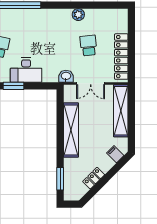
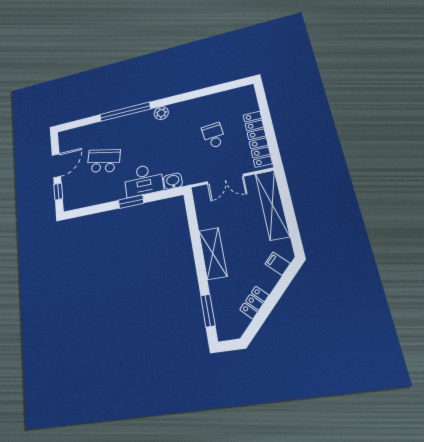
plant: (78, 15) -> (161, 113), moved
washbasin: (66, 76) -> (173, 181), moved
shelving: (71, 130) -> (213, 253), width x0.68

